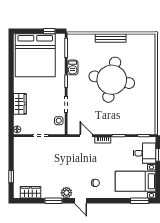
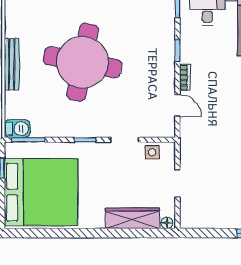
barbecue: (73, 67) -> (17, 129), moved
wardrobe: (20, 104) -> (133, 218), width x1.50
door: (86, 136) -> (177, 105), swing flipped

